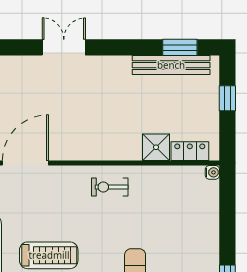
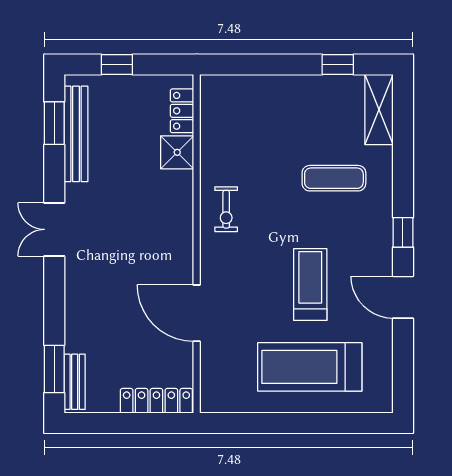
double door: (64, 47) -> (54, 229), moved
water cooler: (212, 172) -> (208, 83), removed

